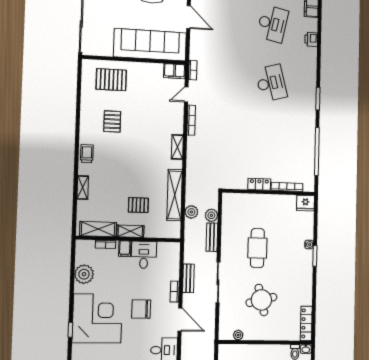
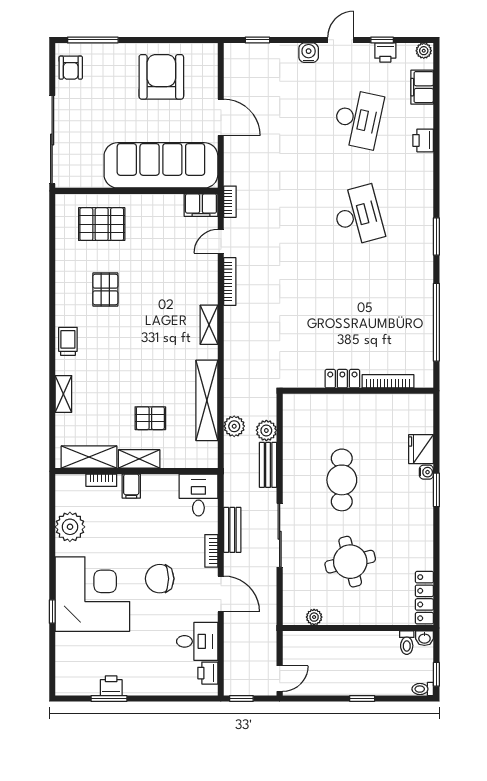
fridge: (305, 203) -> (421, 449), moved, turned 90
desk: (144, 255) -> (198, 495), moved

